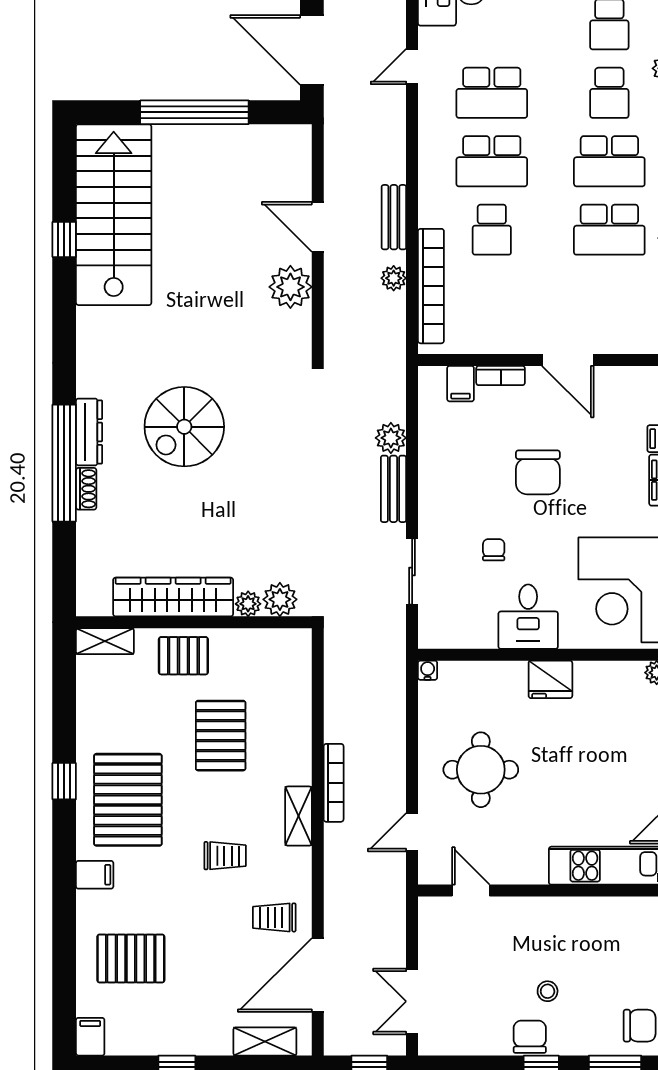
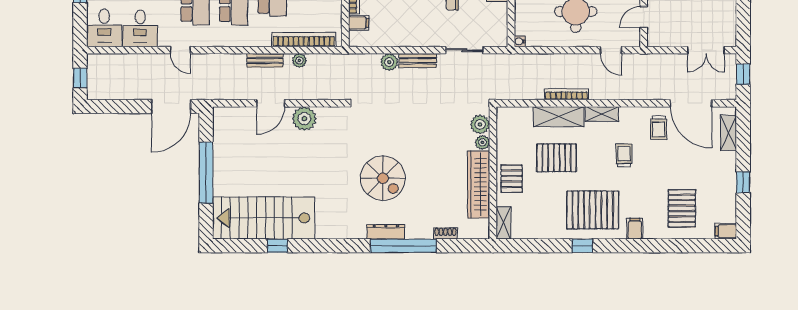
shoe rack: (86, 489) -> (445, 233), moved
shelving: (294, 739) -> (559, 117), added
bookcase: (334, 783) -> (566, 94), moved

